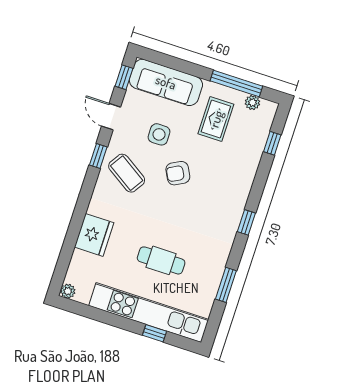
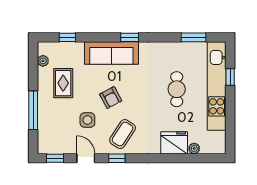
sofa: (166, 82) -> (111, 53), moved, turned 90
window: (236, 83) -> (33, 110), moved
door: (111, 117) -> (86, 158), swing flipped
rug: (216, 119) -> (63, 83), turned 90
window: (226, 285) -> (194, 37), moved
plant: (68, 291) -> (194, 148), moved

